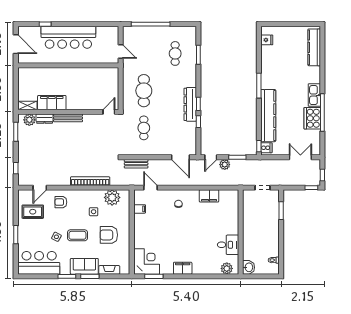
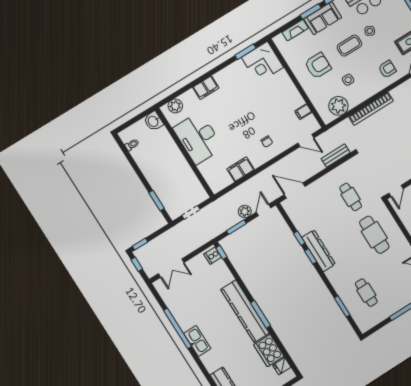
kitchen counter: (268, 116) -> (245, 311), moved
cooker: (312, 118) -> (269, 350), moved, turned 180
desk: (228, 245) -> (198, 138), width x1.87, depth x1.30
filing cabinet: (183, 268) -> (206, 88), moved

